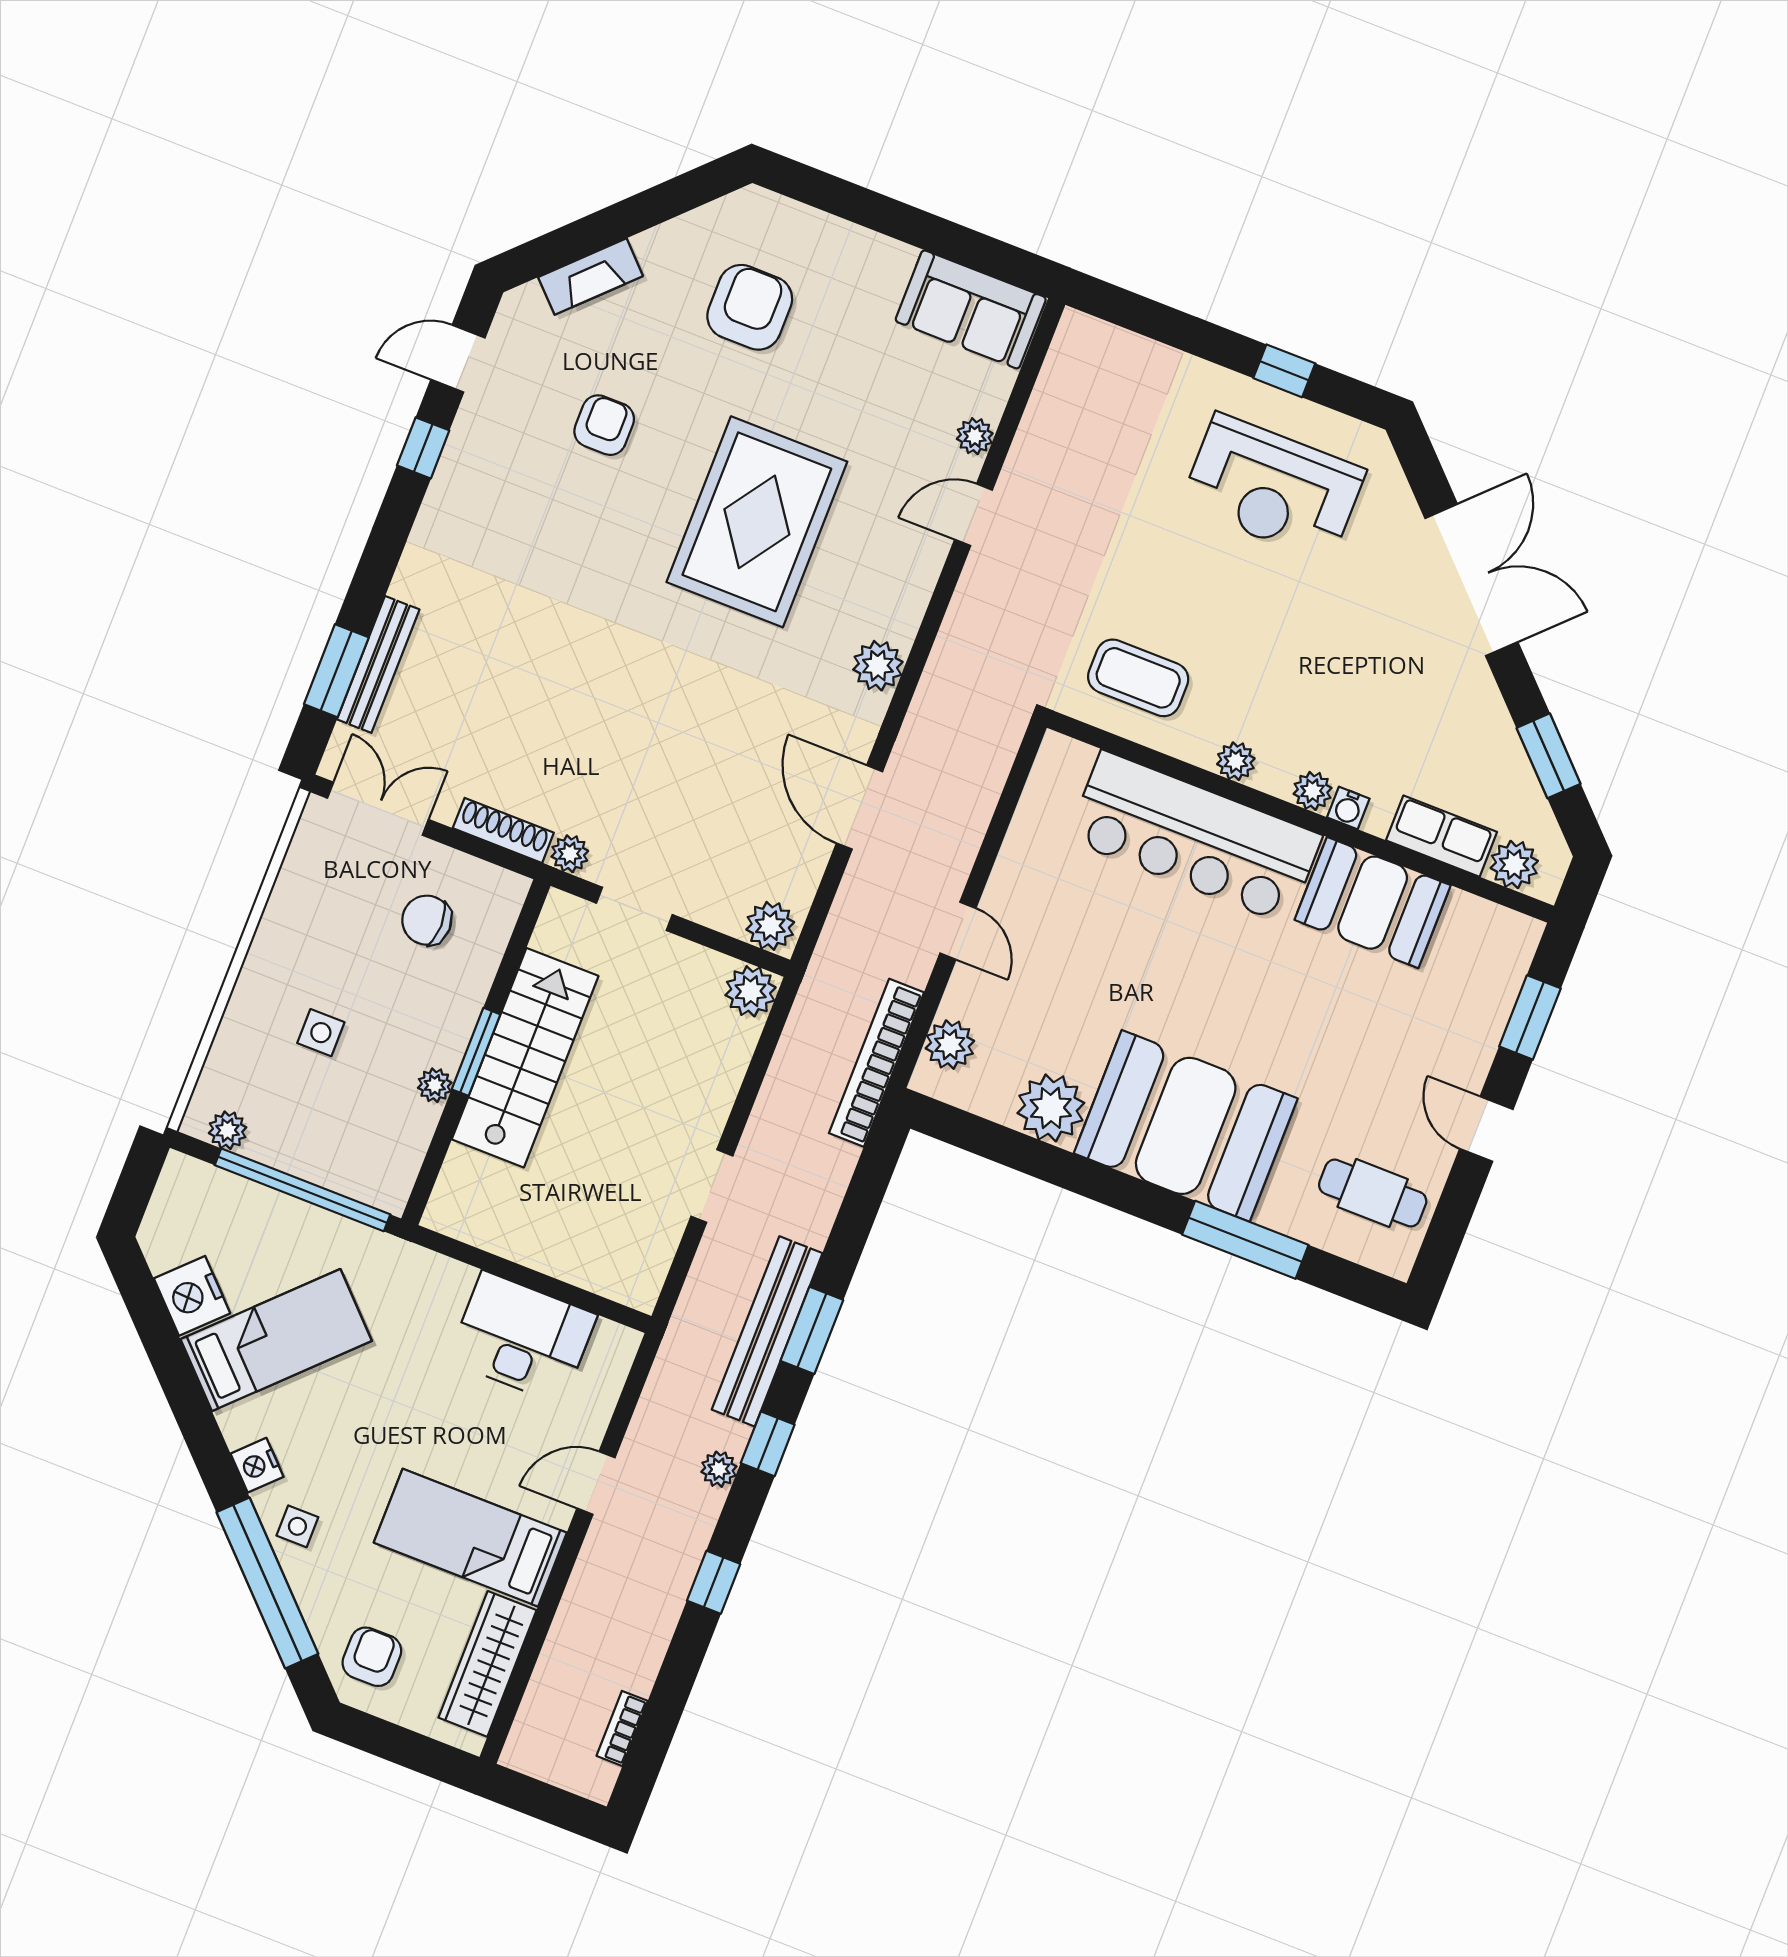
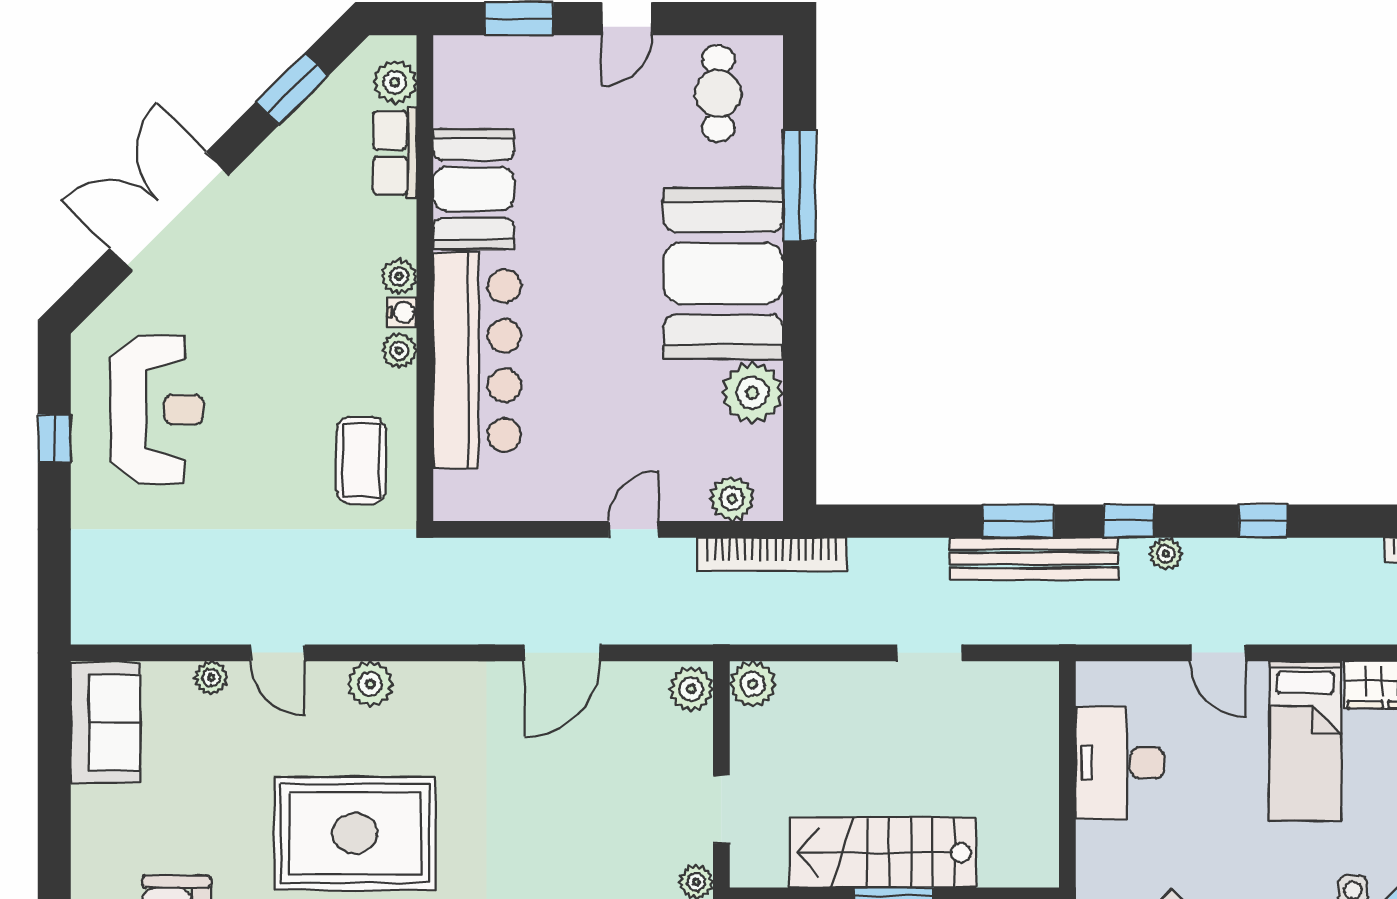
plant: (878, 666) -> (370, 684), moved
water cooler: (1348, 808) -> (402, 312), moved

